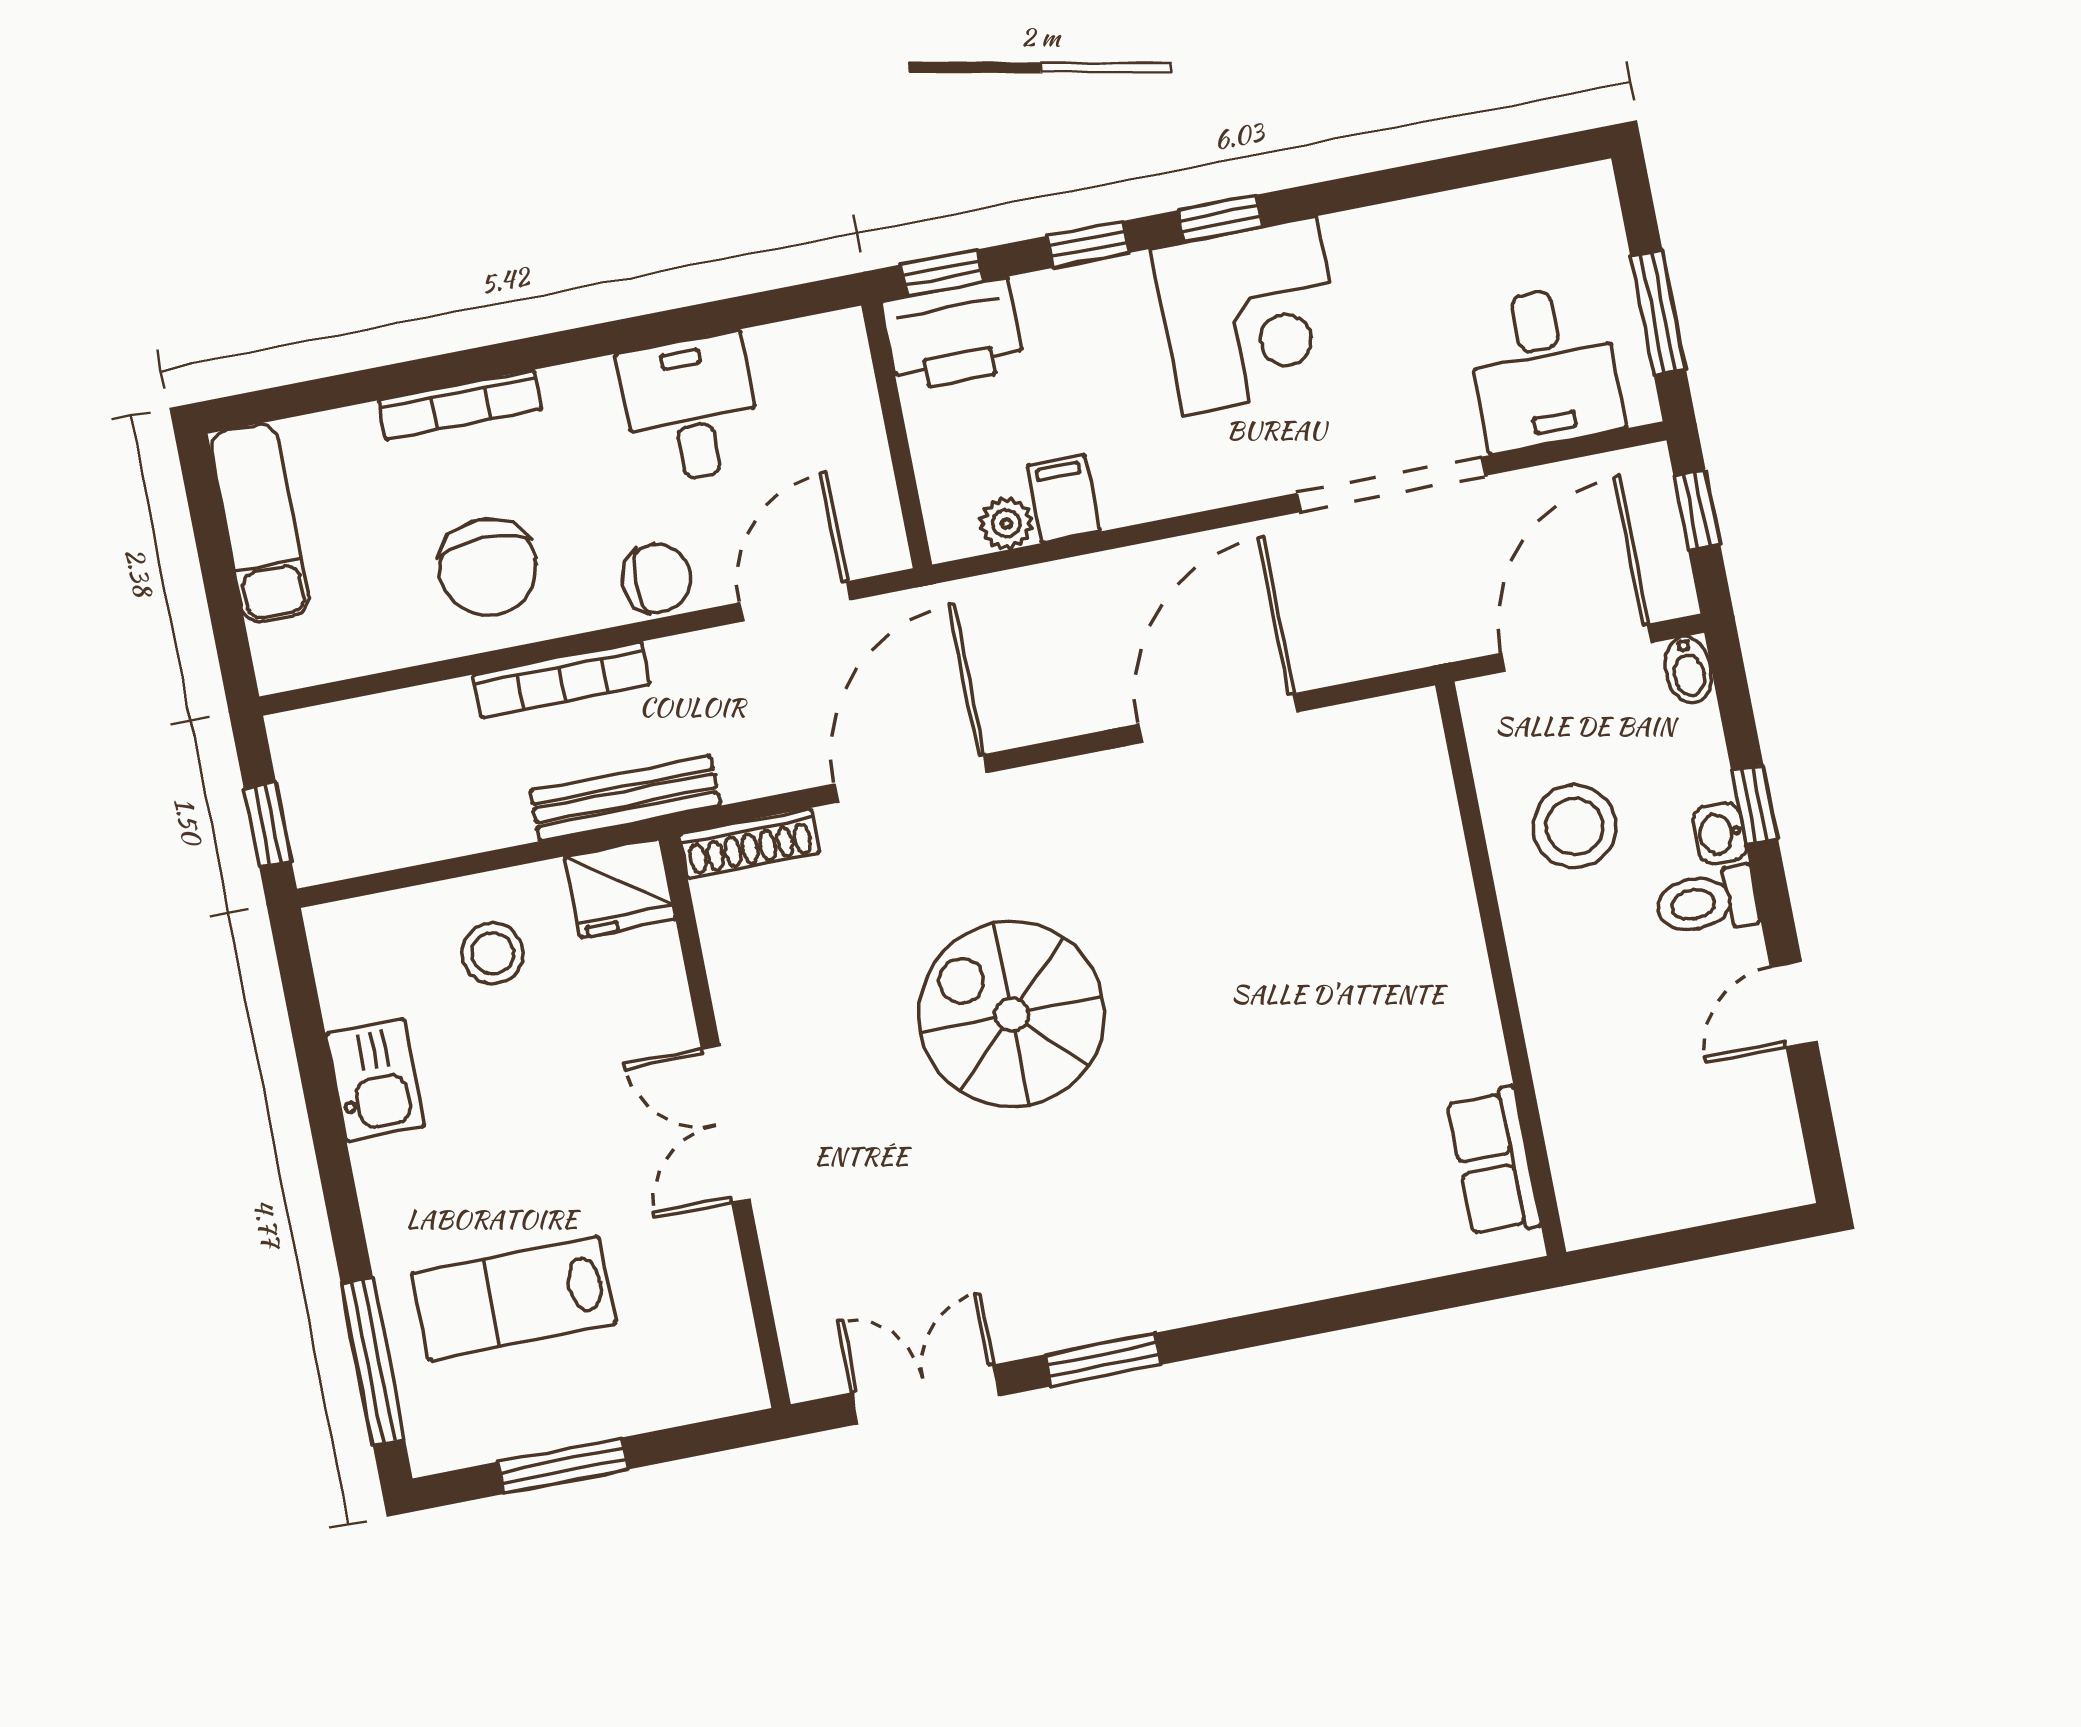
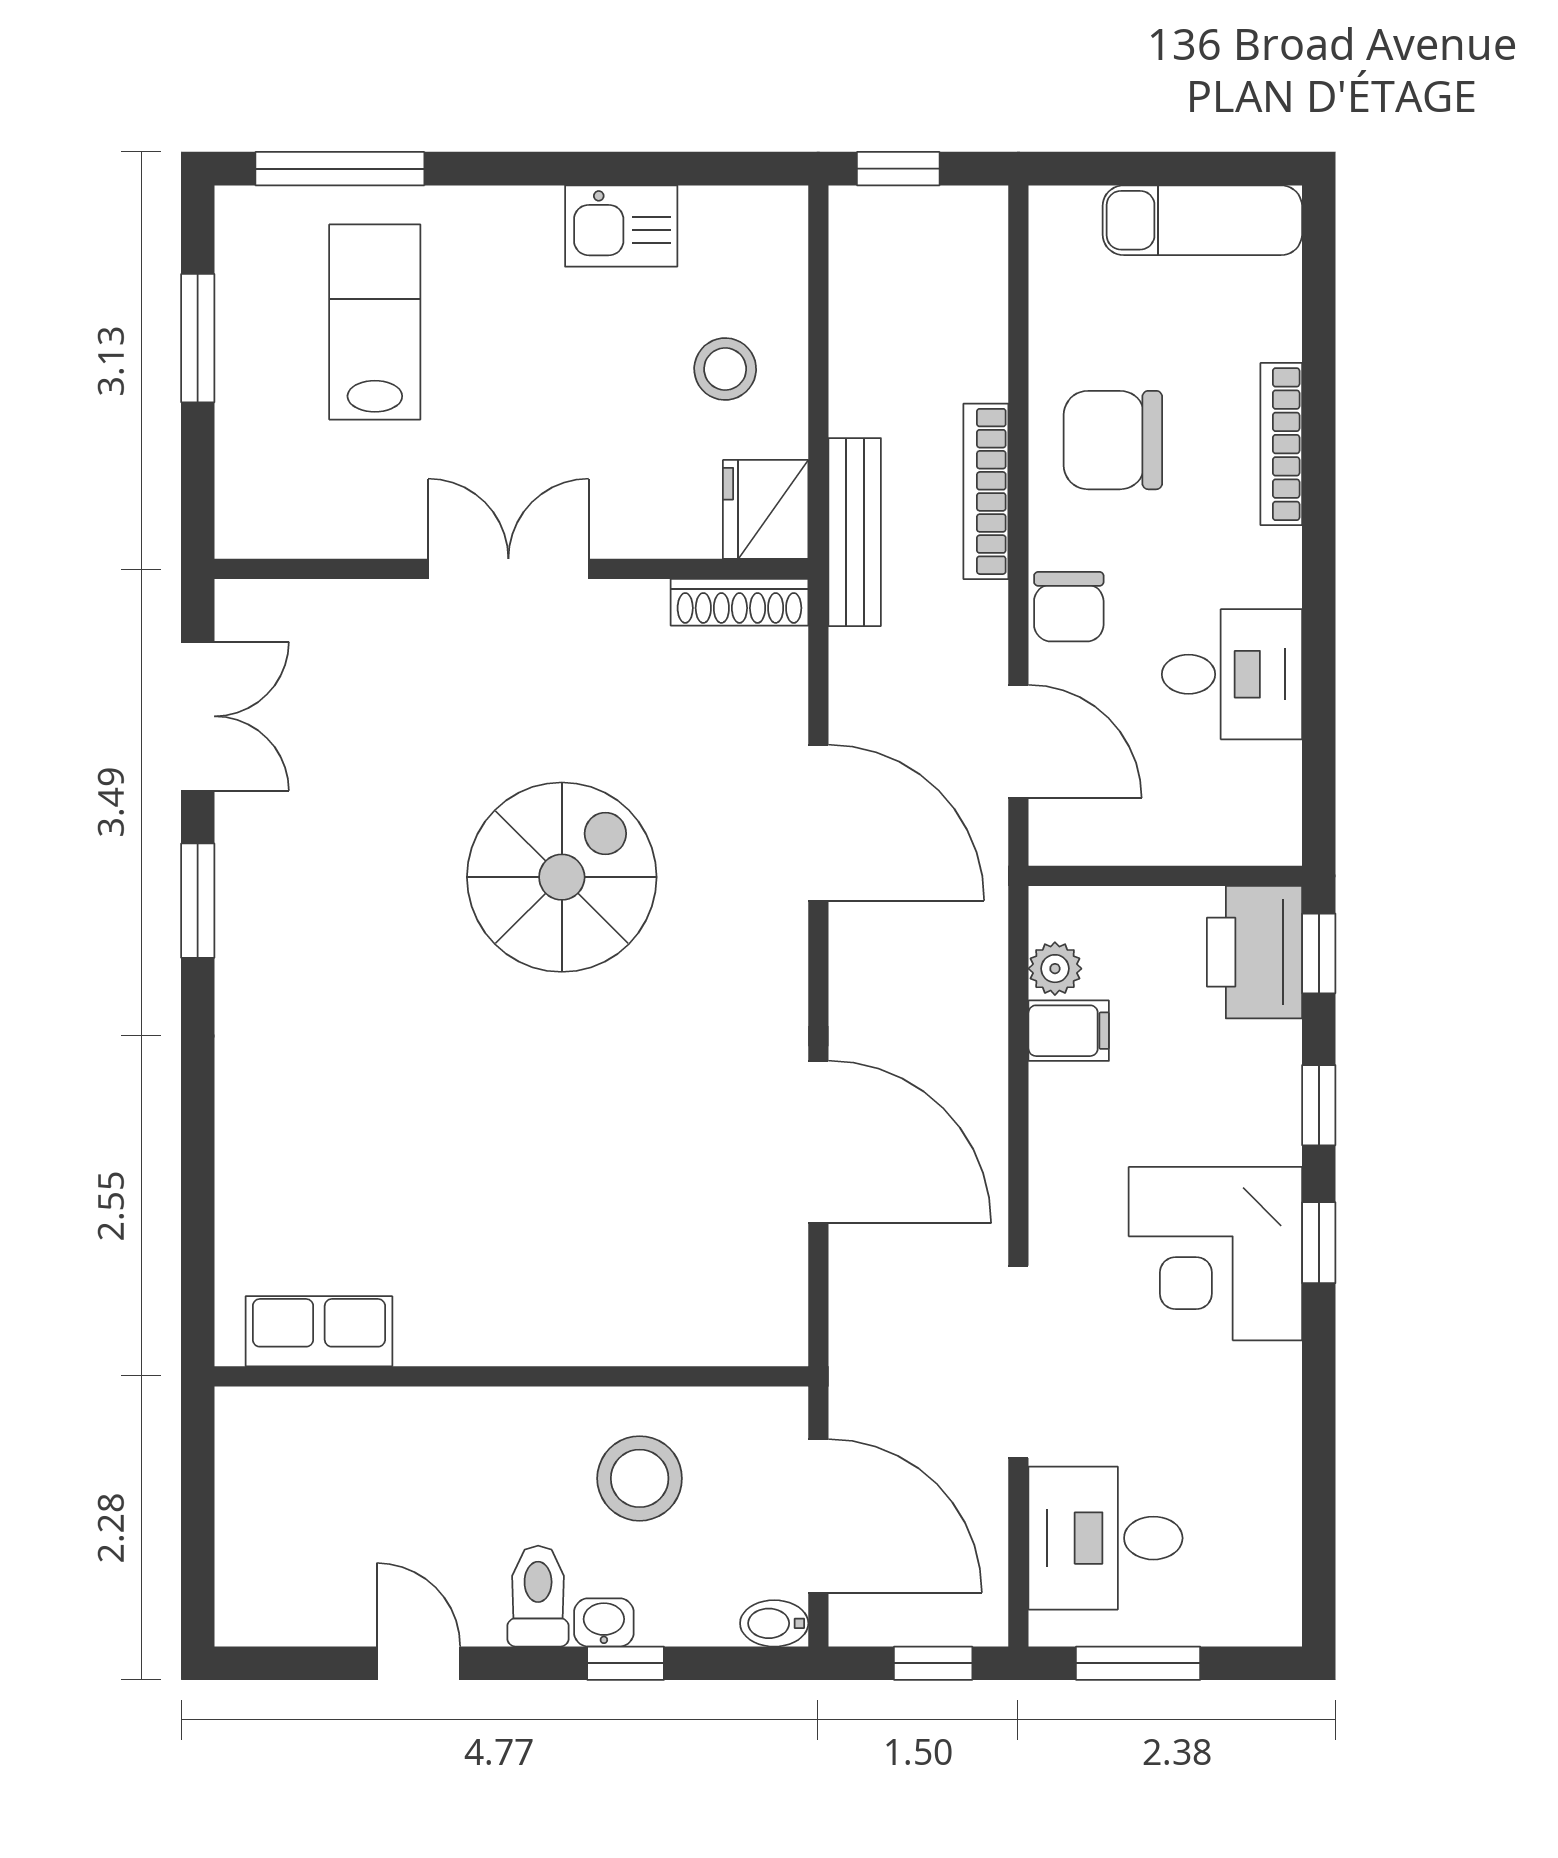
shoe rack: (749, 843) -> (739, 602), moved, turned -90

